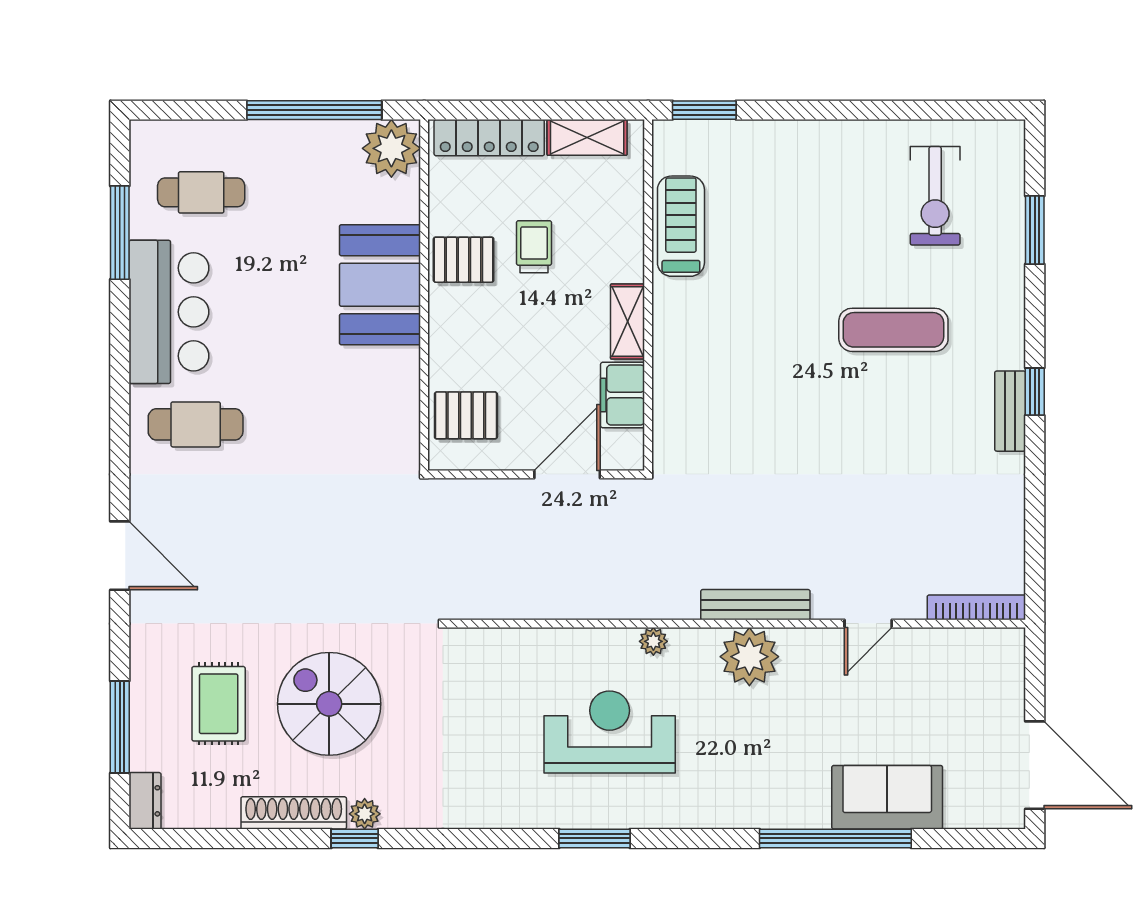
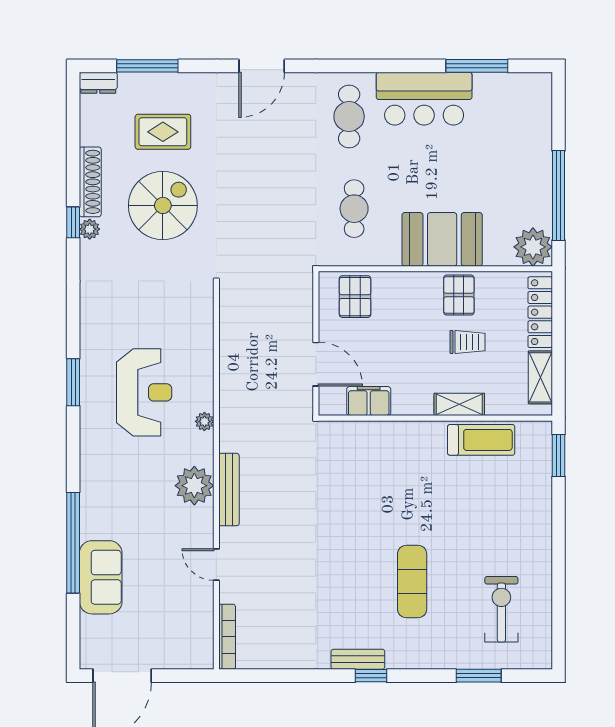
cafe table: (201, 192) -> (354, 209), moved
exercise bike: (935, 196) -> (501, 609), turned 90
shelving: (628, 322) -> (459, 404), moved

